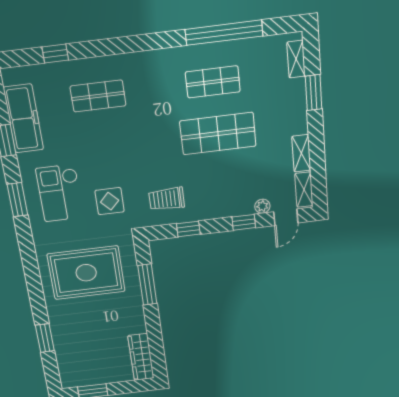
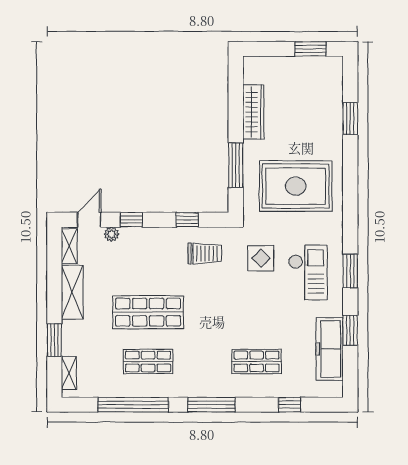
window: (139, 43) -> (211, 405), added
shelving: (301, 153) -> (72, 292), width x1.50, depth x1.33
wardrobe: (141, 357) -> (253, 112), moved

